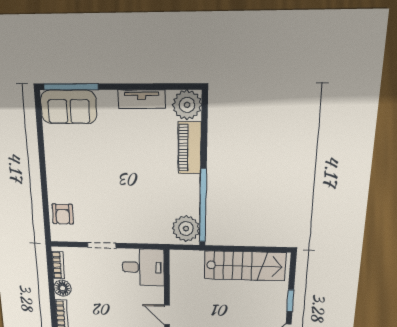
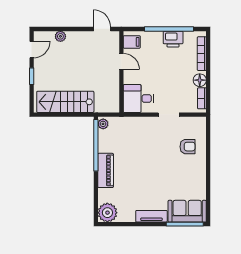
tv unit: (142, 99) -> (151, 216), moved
piano: (190, 148) -> (106, 170), moved
armchair: (63, 214) -> (188, 147), moved, turned 90
plant: (186, 229) -> (103, 124), width x0.53, depth x0.53

